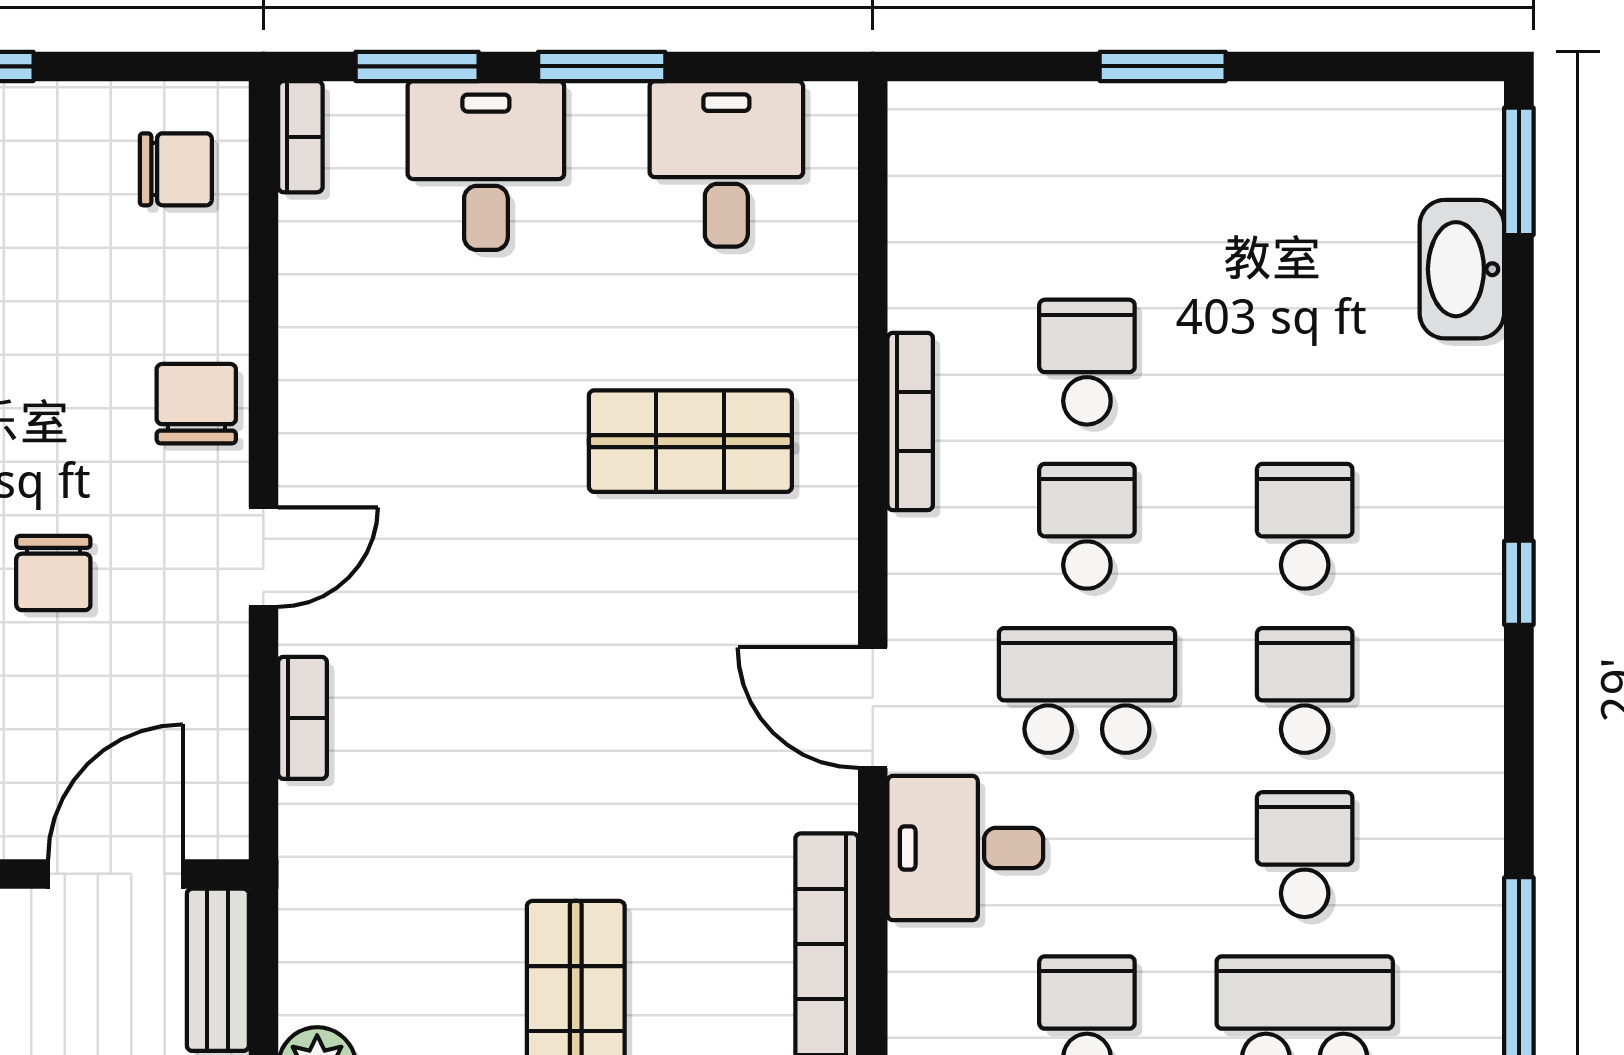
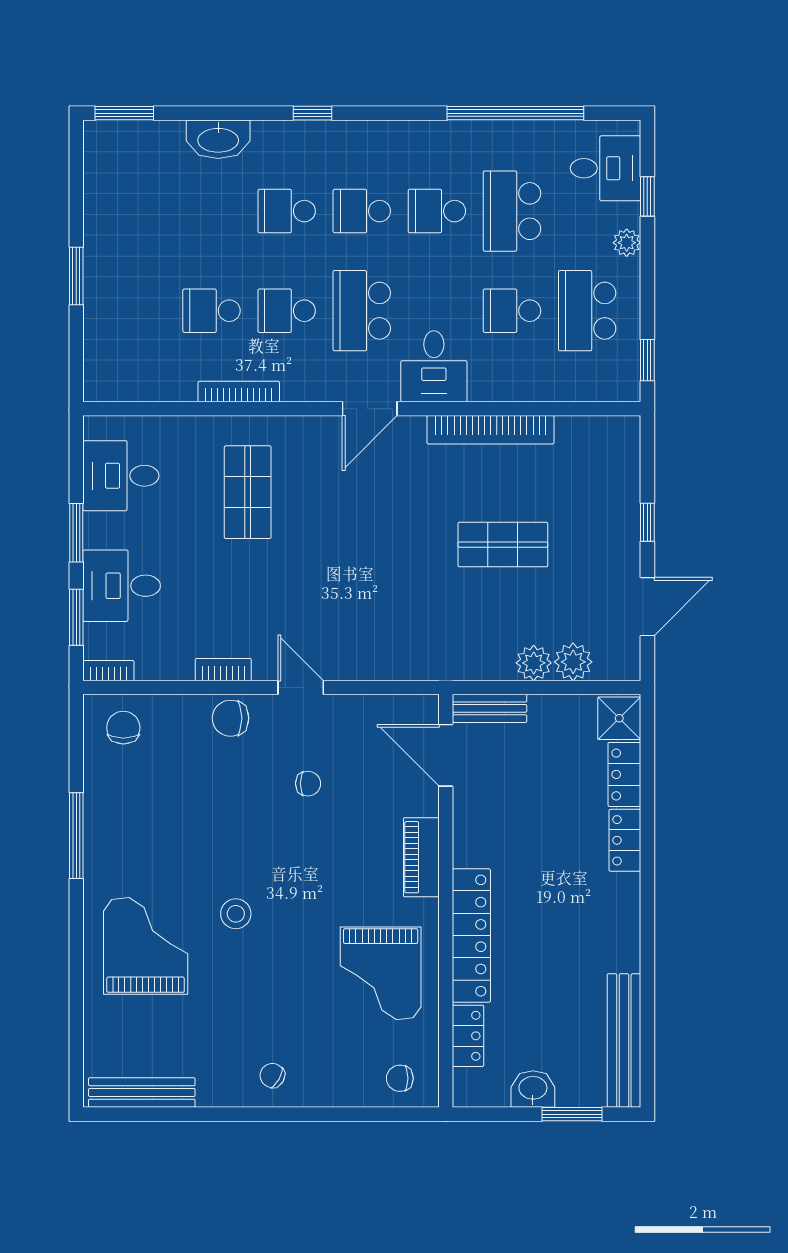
washbasin: (1462, 269) -> (218, 139), moved
chair: (53, 573) -> (308, 784), width x0.73, depth x0.73
bookcase: (303, 718) -> (223, 670), moved

